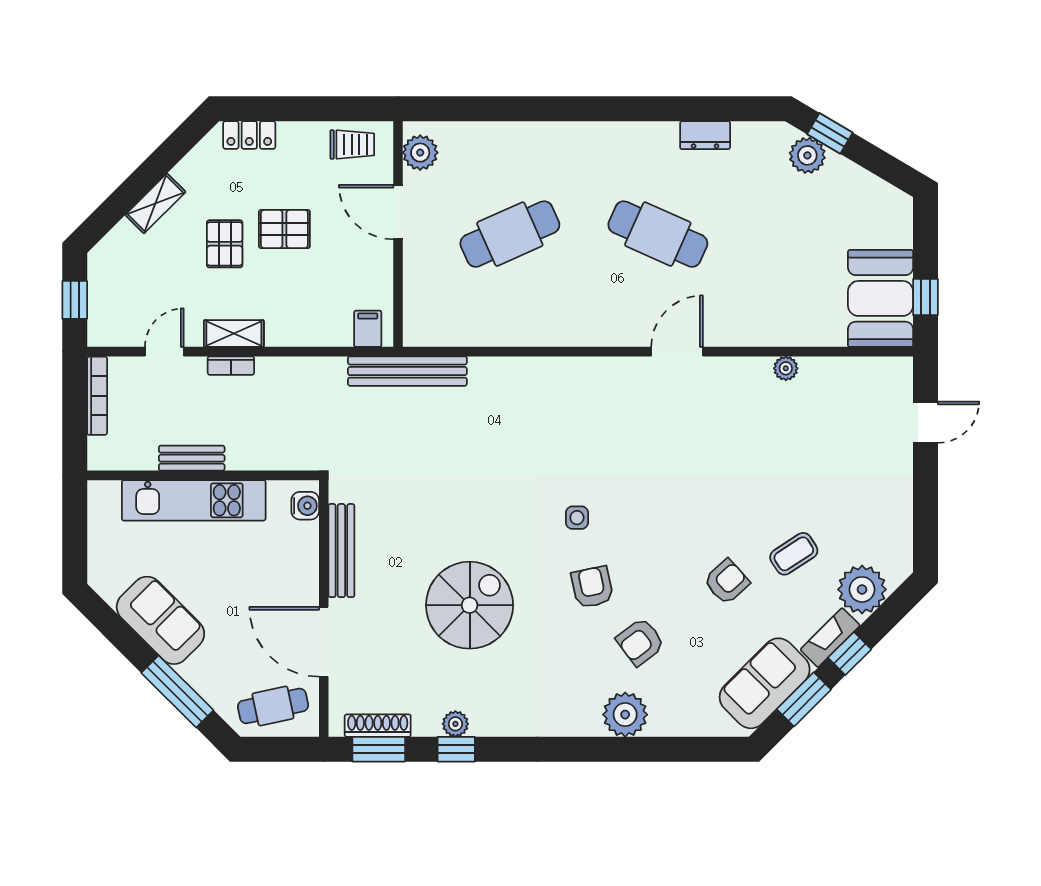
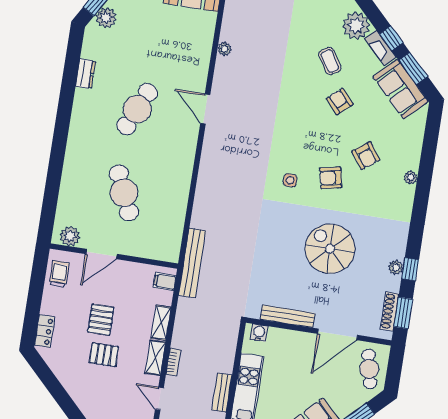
shelving: (155, 203) -> (161, 323), moved, turned 45
plant: (625, 715) -> (411, 177), width x0.53, depth x0.53

